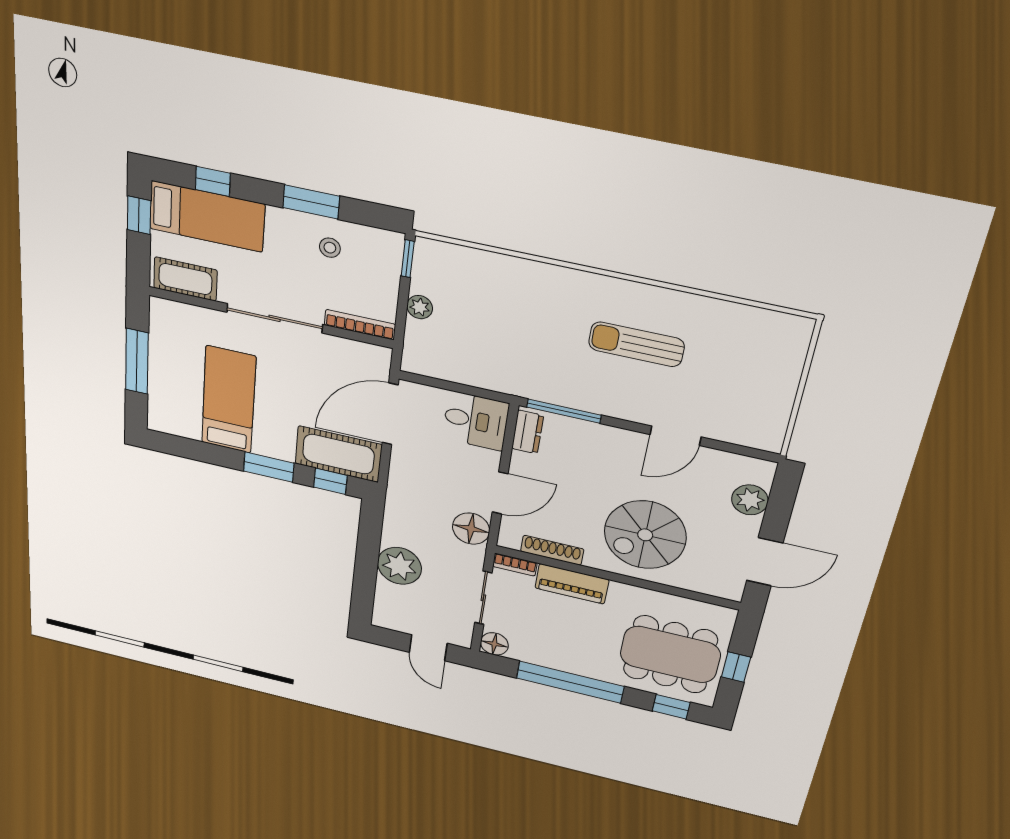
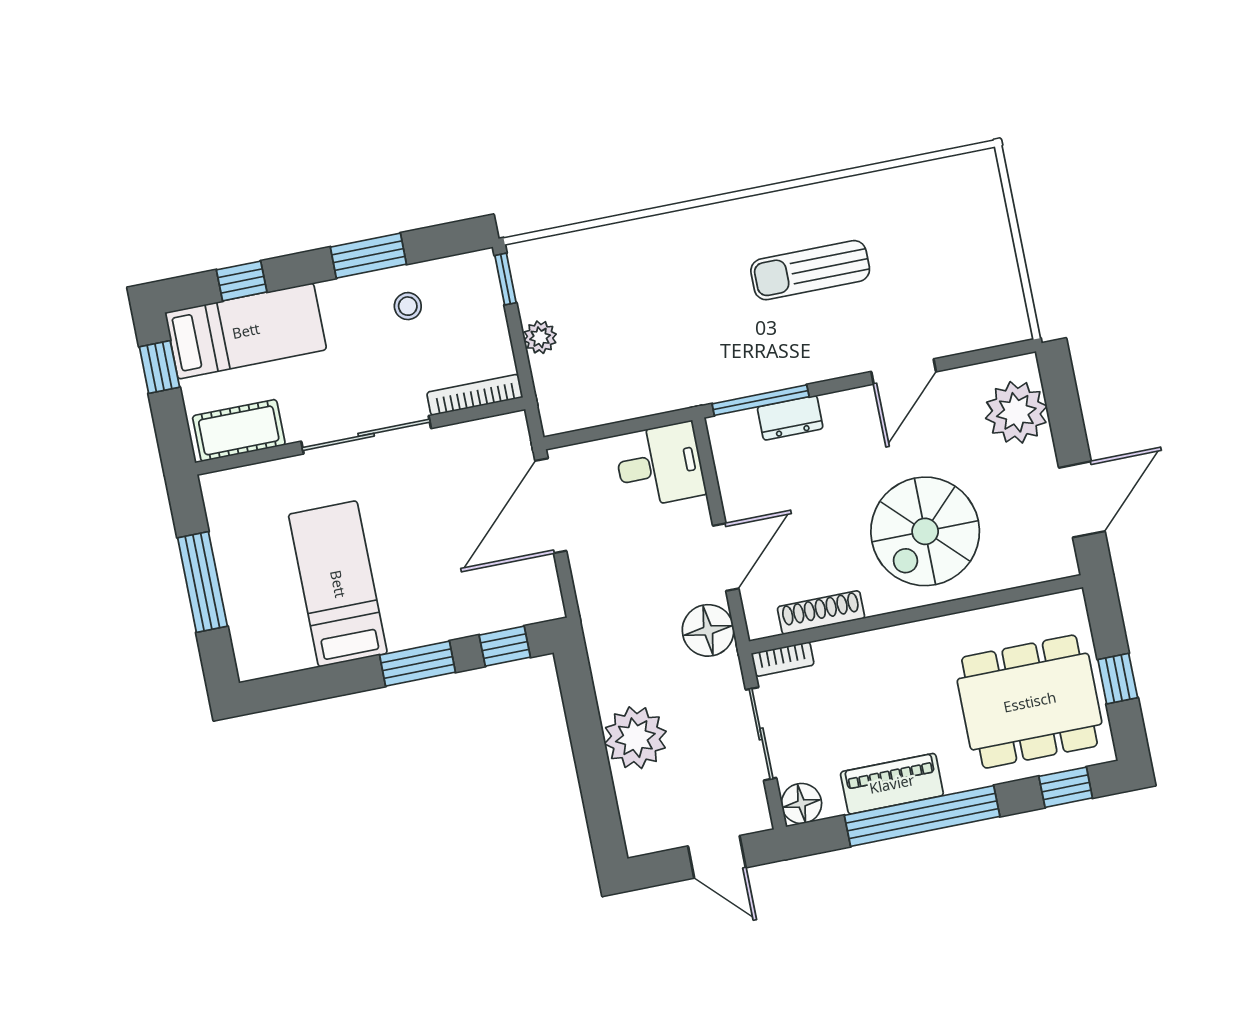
dresser: (528, 432) -> (790, 418), moved, turned 90
cot: (338, 454) -> (503, 598), removed
plant: (750, 500) -> (1016, 412), width x1.36, depth x1.36
piano: (572, 584) -> (892, 784), moved, turned 180

